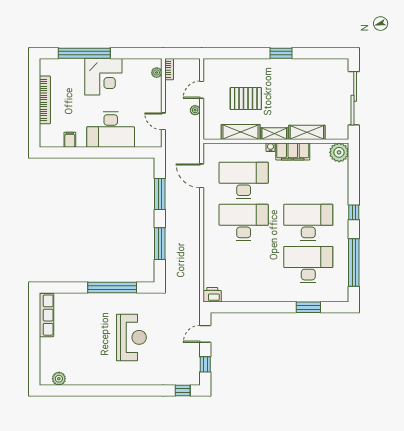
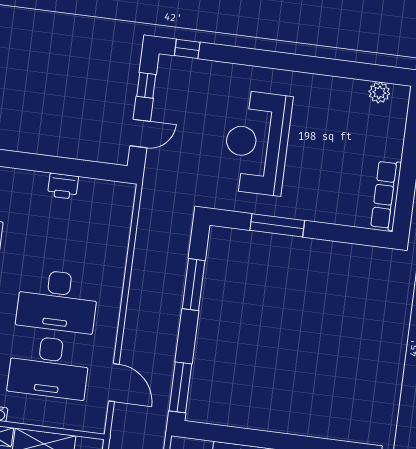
window: (160, 194) -> (180, 387), moved
window: (112, 287) -> (277, 225), width x0.68
printer: (212, 295) -> (63, 186), moved
reception desk: (131, 337) -> (257, 143), width x1.36, depth x1.30

